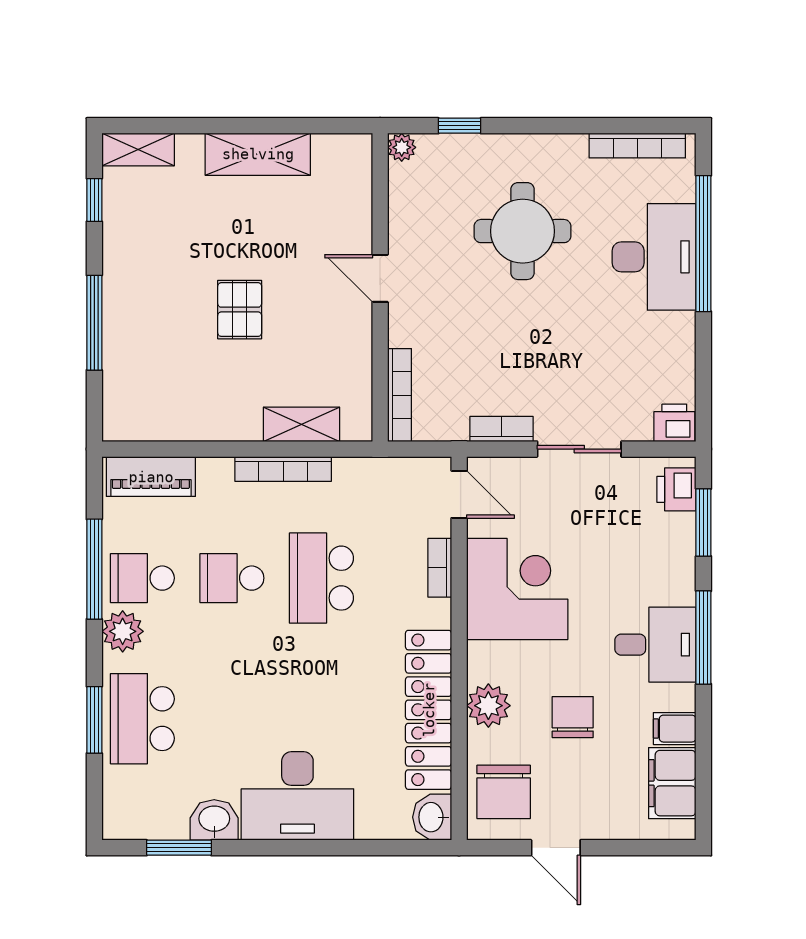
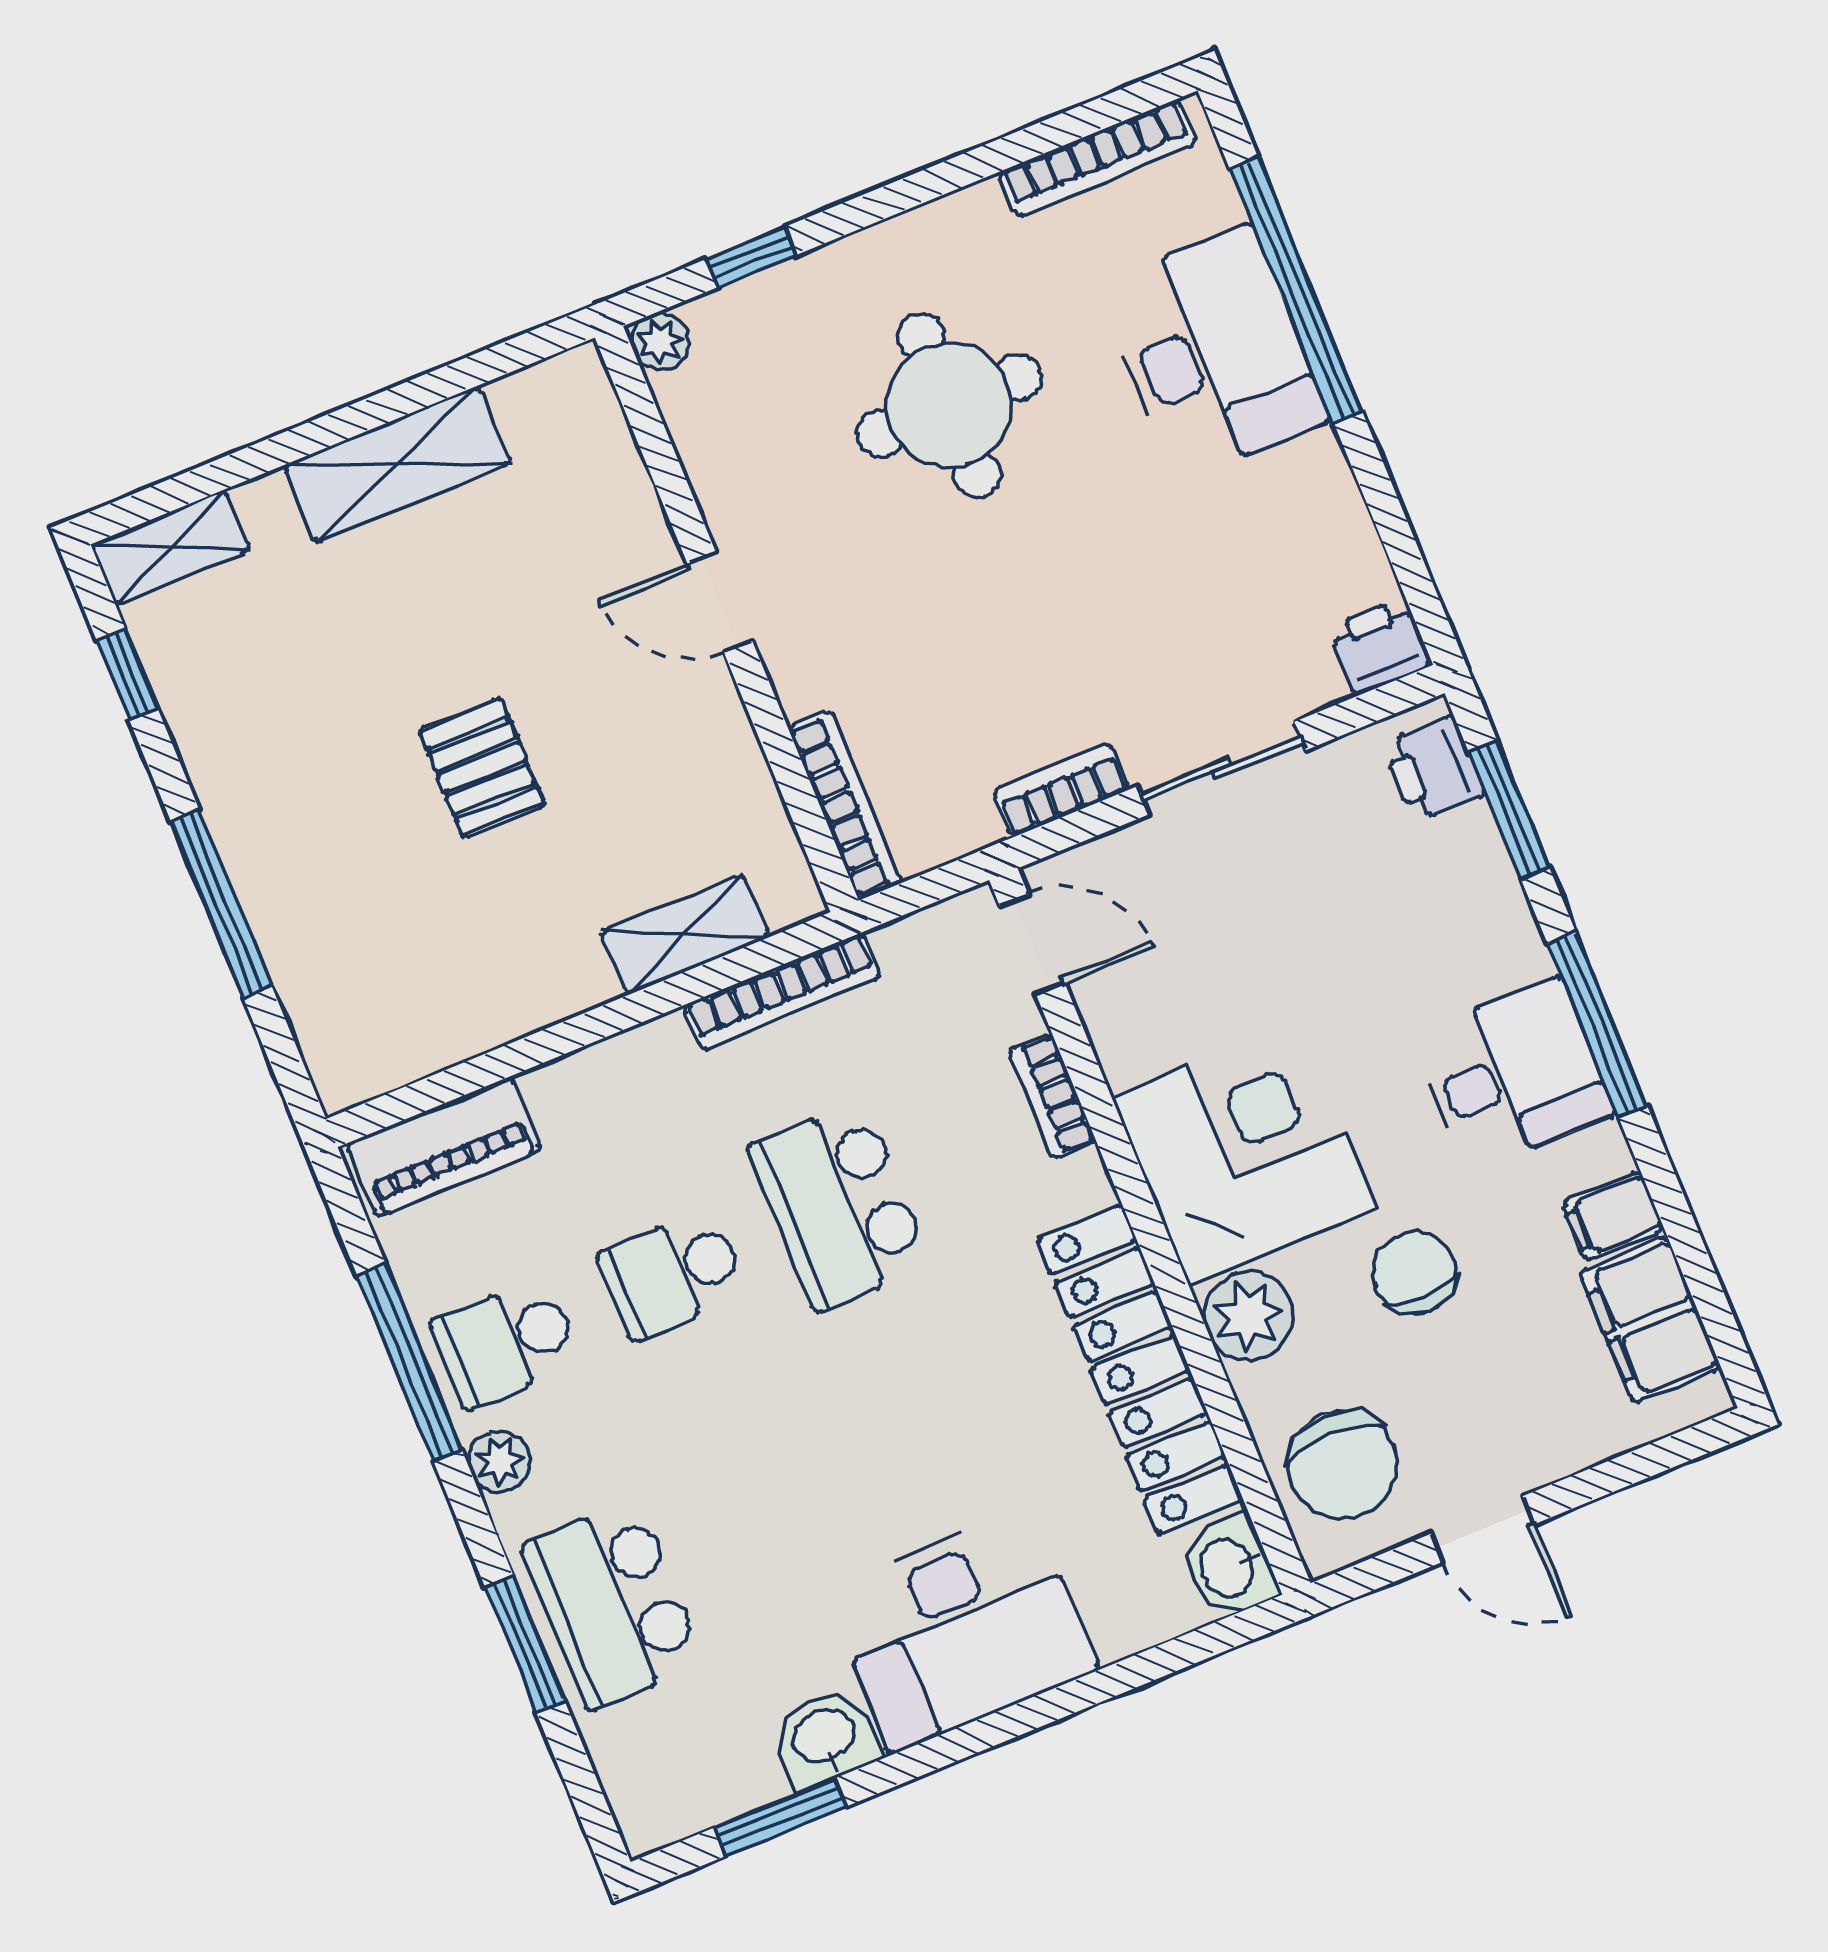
bookcase: (283, 469) -> (782, 992), moved
corner desk: (517, 589) -> (1244, 1153), moved
plant: (123, 631) -> (499, 1461), width x0.73, depth x0.73

